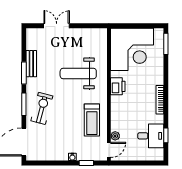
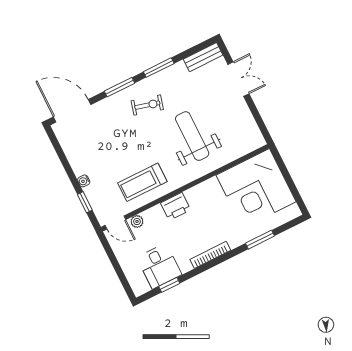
window: (166, 44) -> (260, 240), moved
bench: (31, 64) -> (203, 57), moved
printer: (118, 86) -> (176, 206), moved
exercise bike: (42, 108) -> (147, 105), moved, width x0.73, depth x0.72

